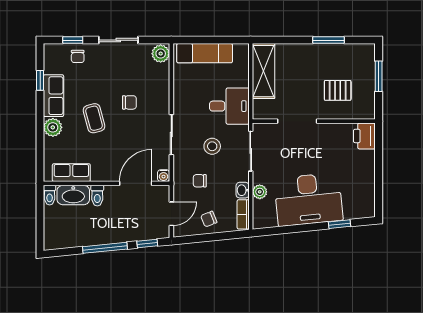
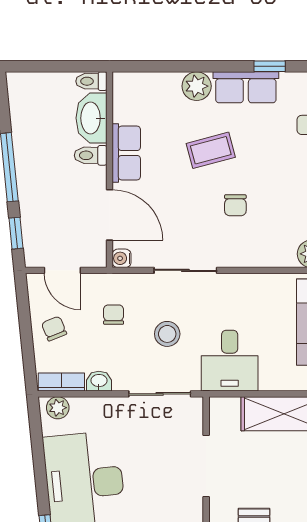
row of seats: (71, 173) -> (126, 153), moved
plant: (260, 192) -> (58, 408), moved

